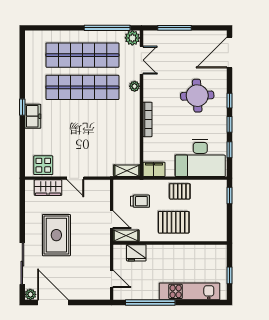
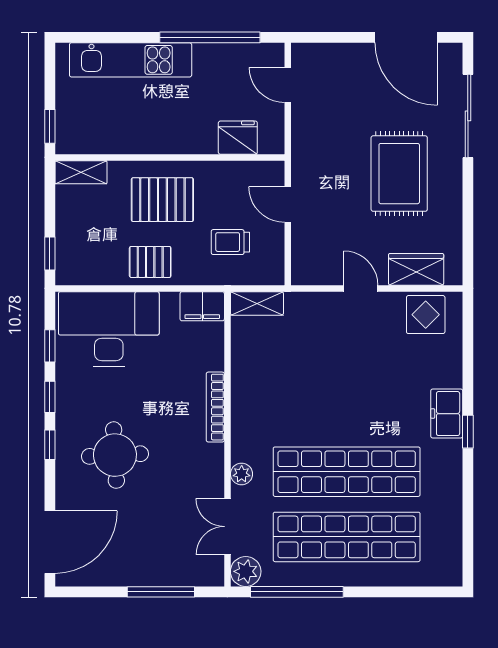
shelving: (126, 236) -> (81, 172), moved
window: (229, 275) -> (50, 126), moved
plant: (30, 294) -> (452, 54), removed

